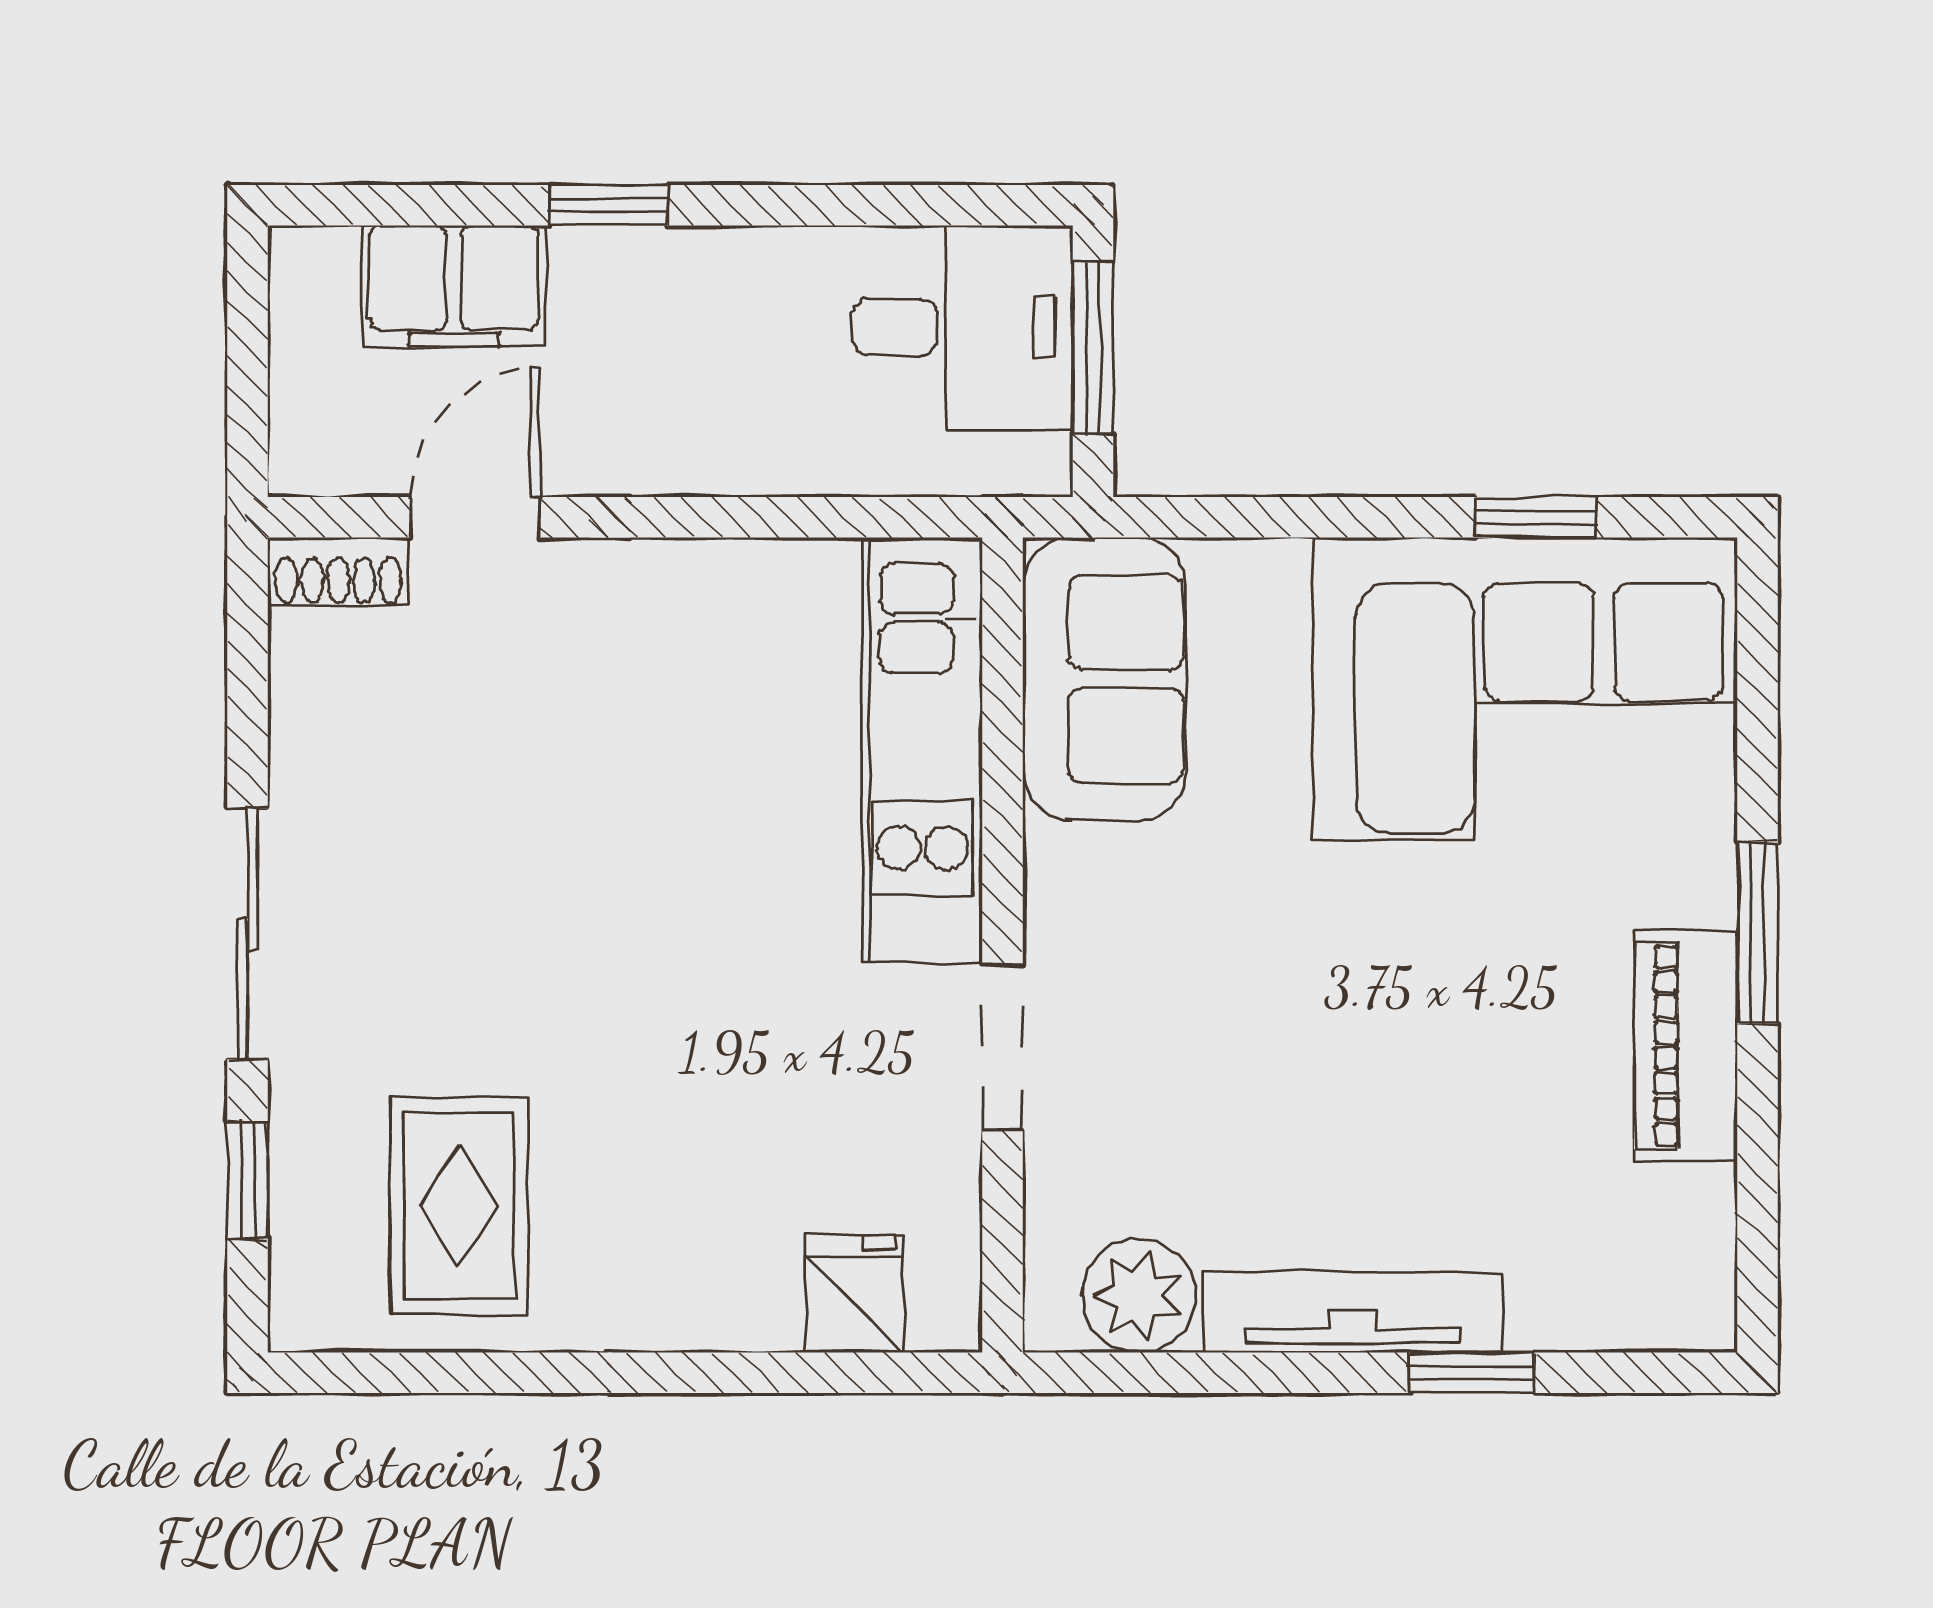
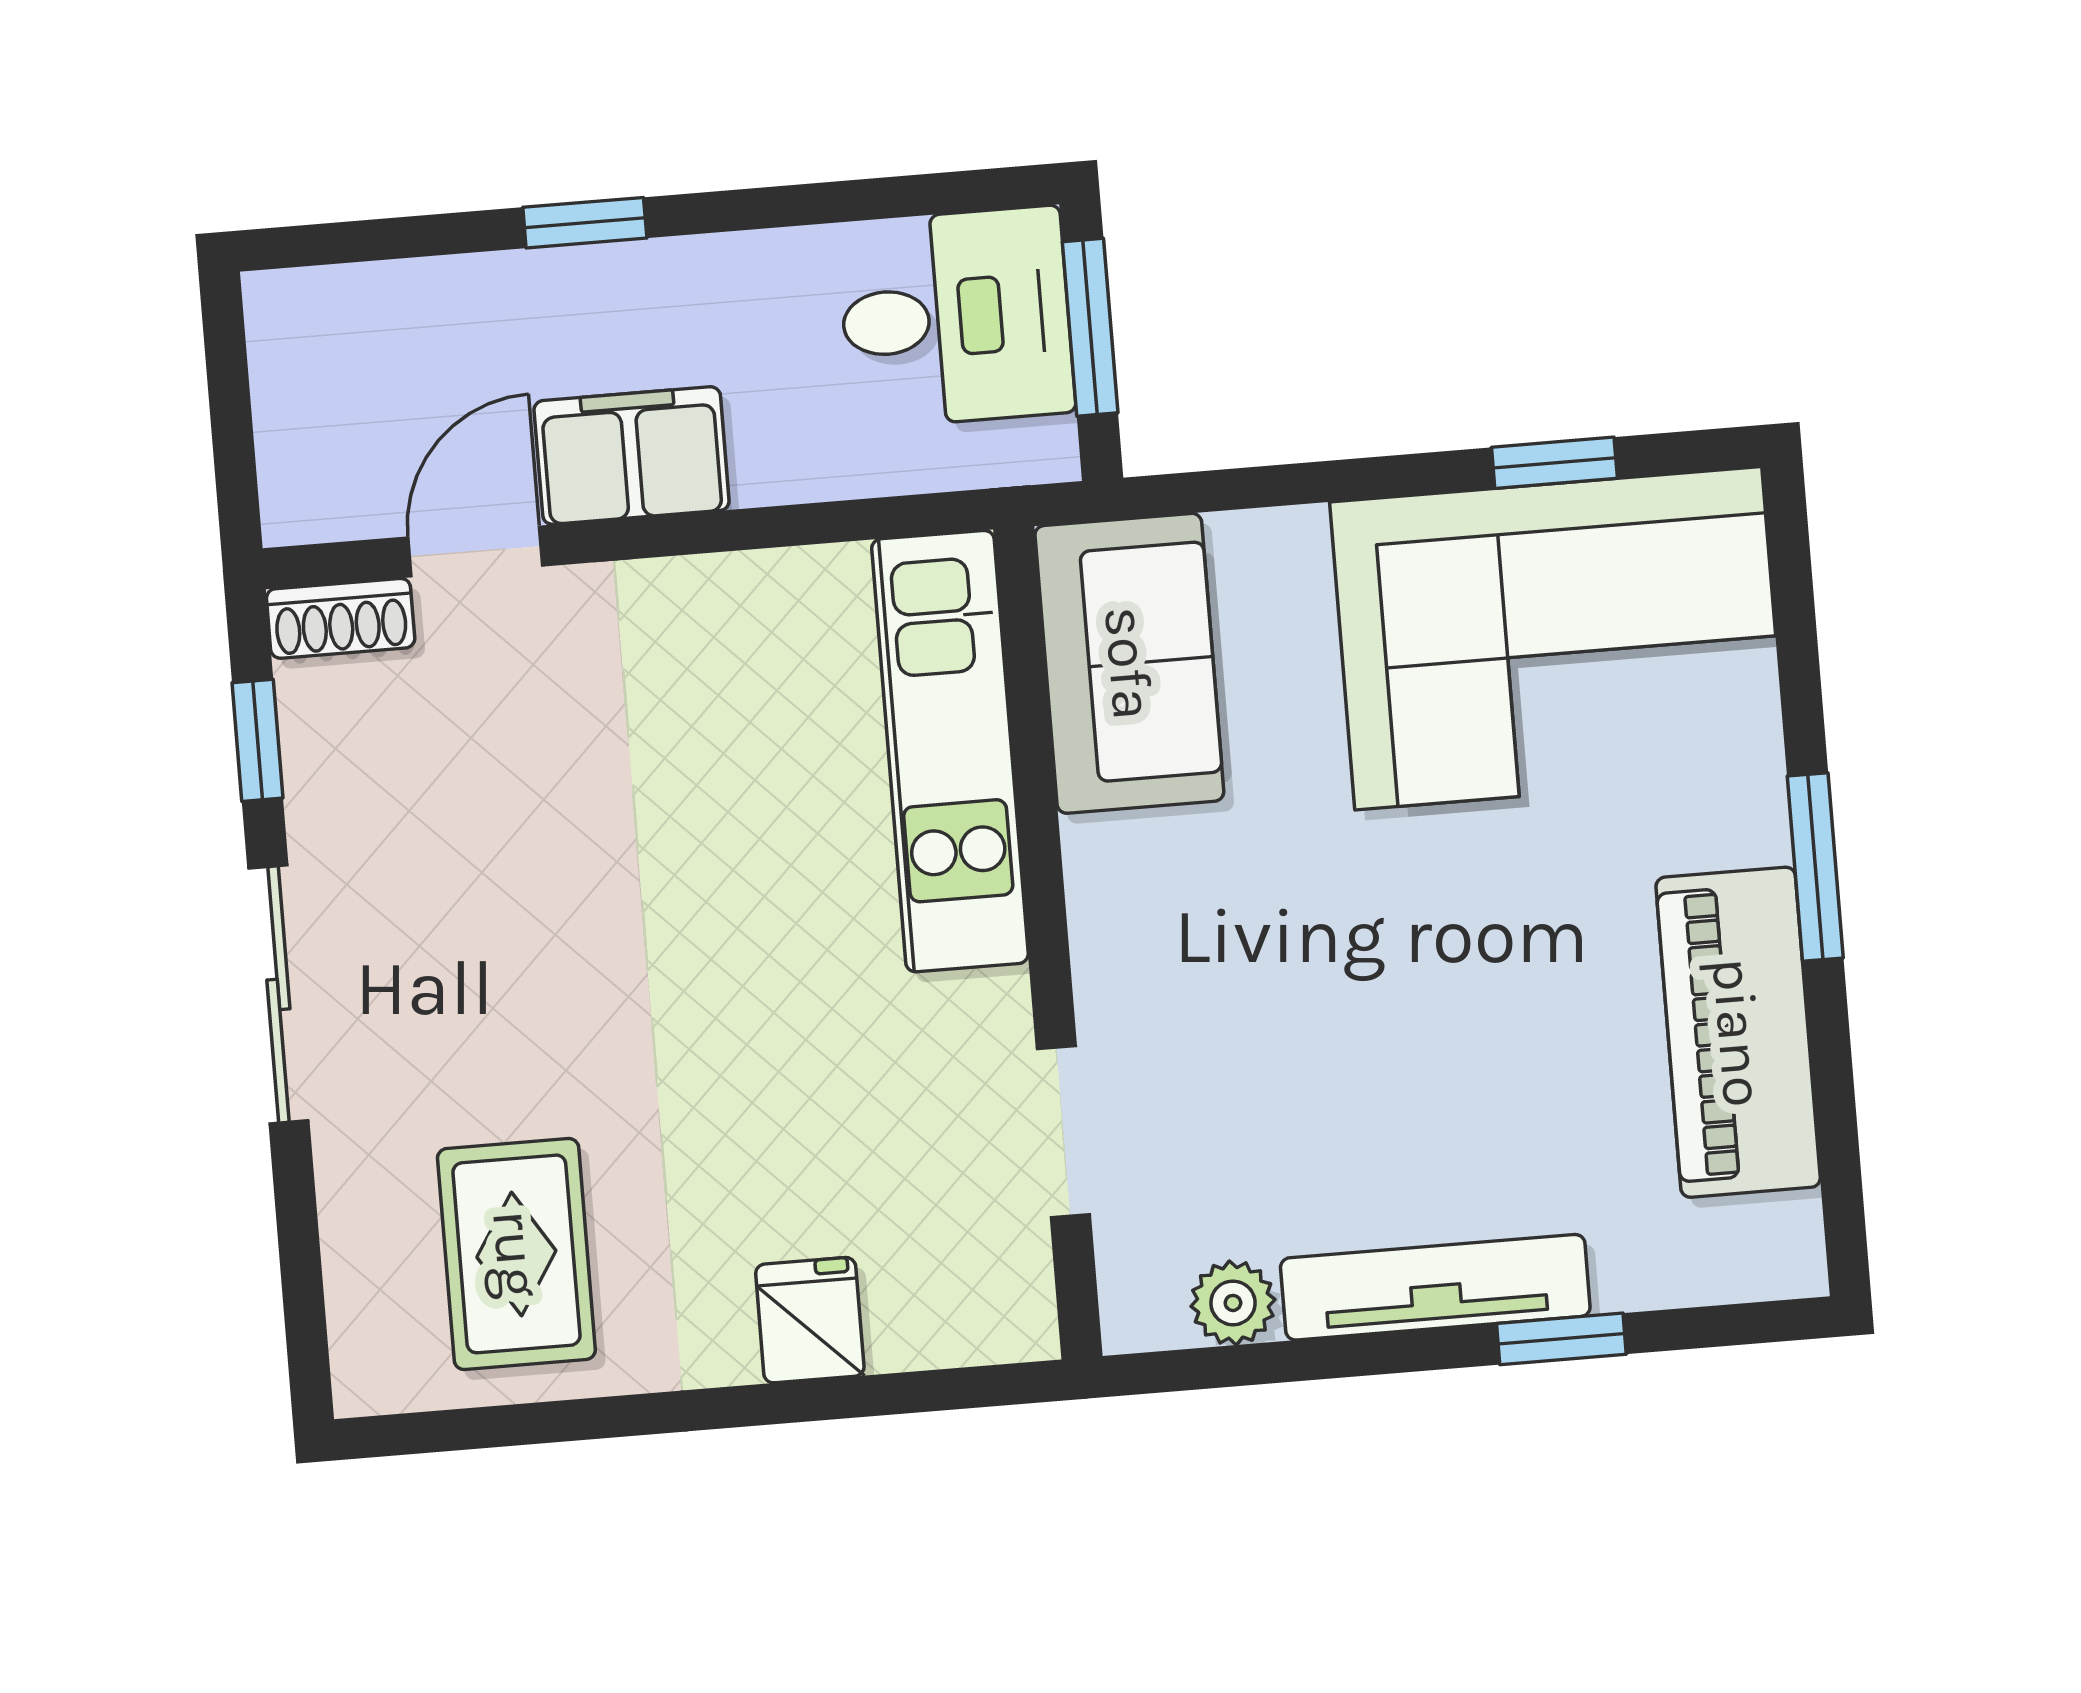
filing cabinet: (454, 286) -> (632, 456), moved, turned 180
piano: (1686, 1045) -> (1738, 1032), width x1.37, depth x1.33
doorway: (1002, 1047) -> (1063, 1132), moved
window: (248, 1180) -> (258, 740), moved
fridge: (854, 1294) -> (810, 1320), moved
plant: (1139, 1296) -> (1233, 1303), width x0.73, depth x0.73

